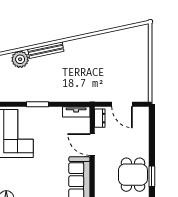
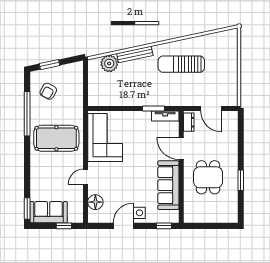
sun lounger: (92, 60) -> (181, 64), added
window: (37, 104) -> (154, 108), moved
dining table: (133, 175) -> (208, 177), moved

